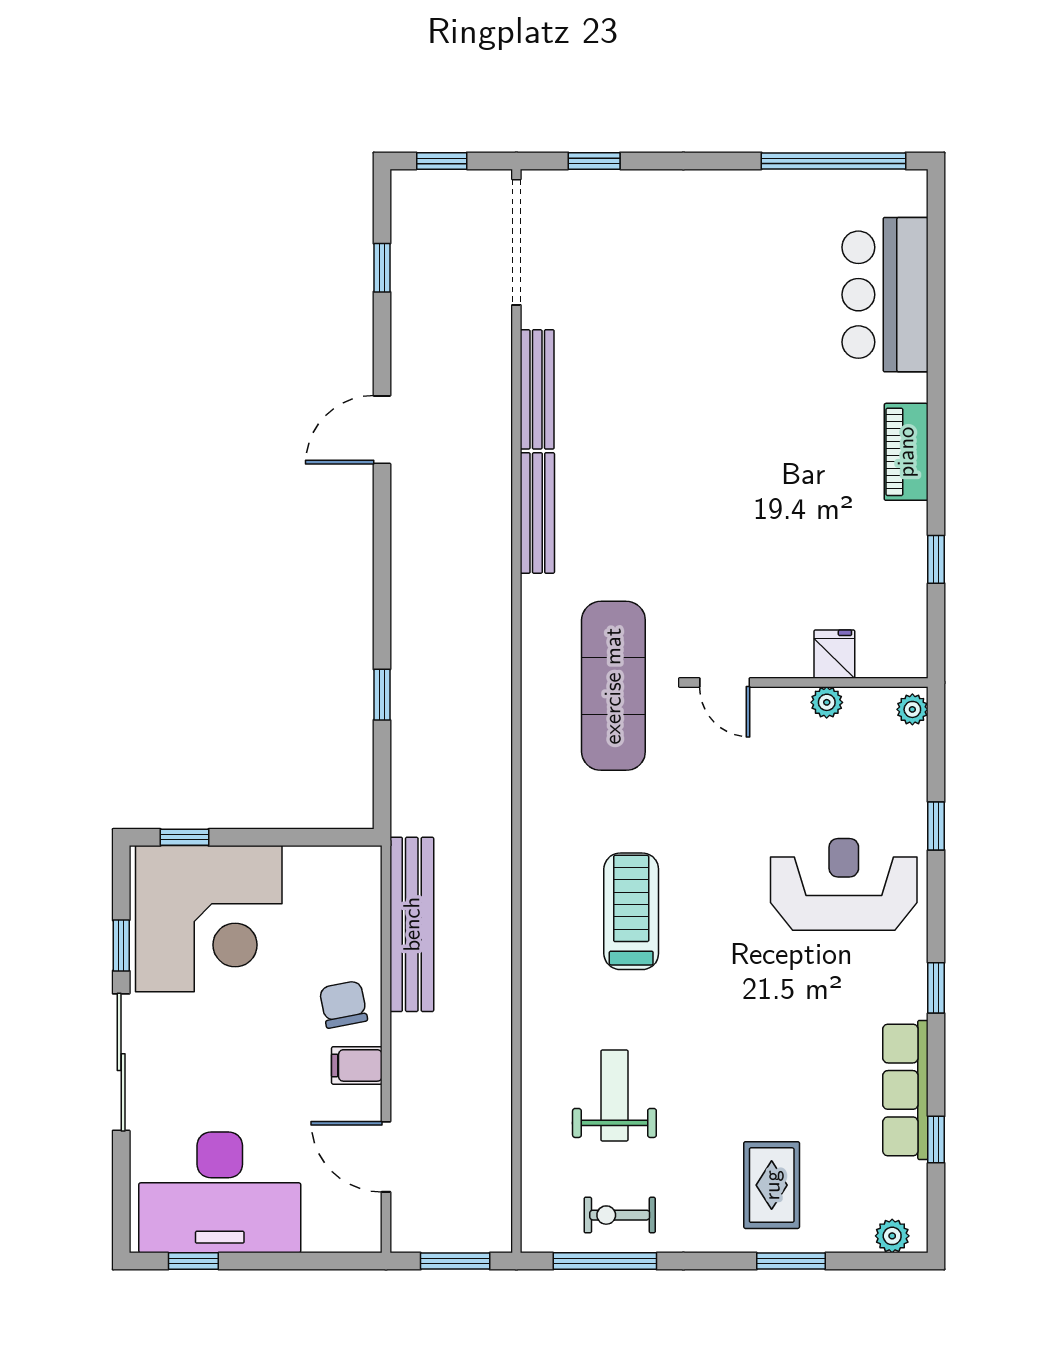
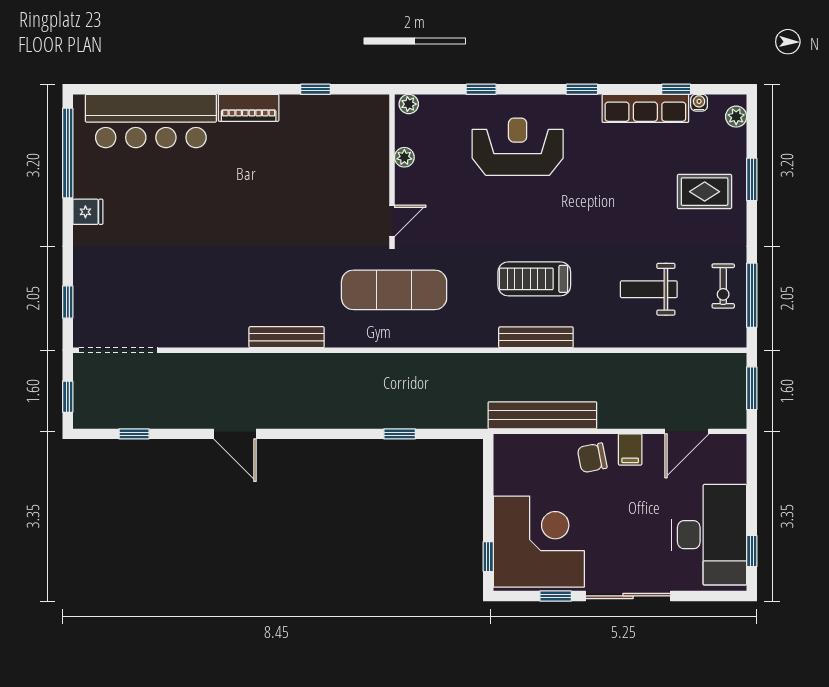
bar counter: (885, 295) -> (151, 121), width x1.36
bench: (537, 389) -> (536, 337), moved
fridge: (834, 654) -> (88, 212), moved, turned 180
reception desk: (844, 884) -> (518, 147), turned 90
water cooler: (914, 1176) -> (699, 103), added

